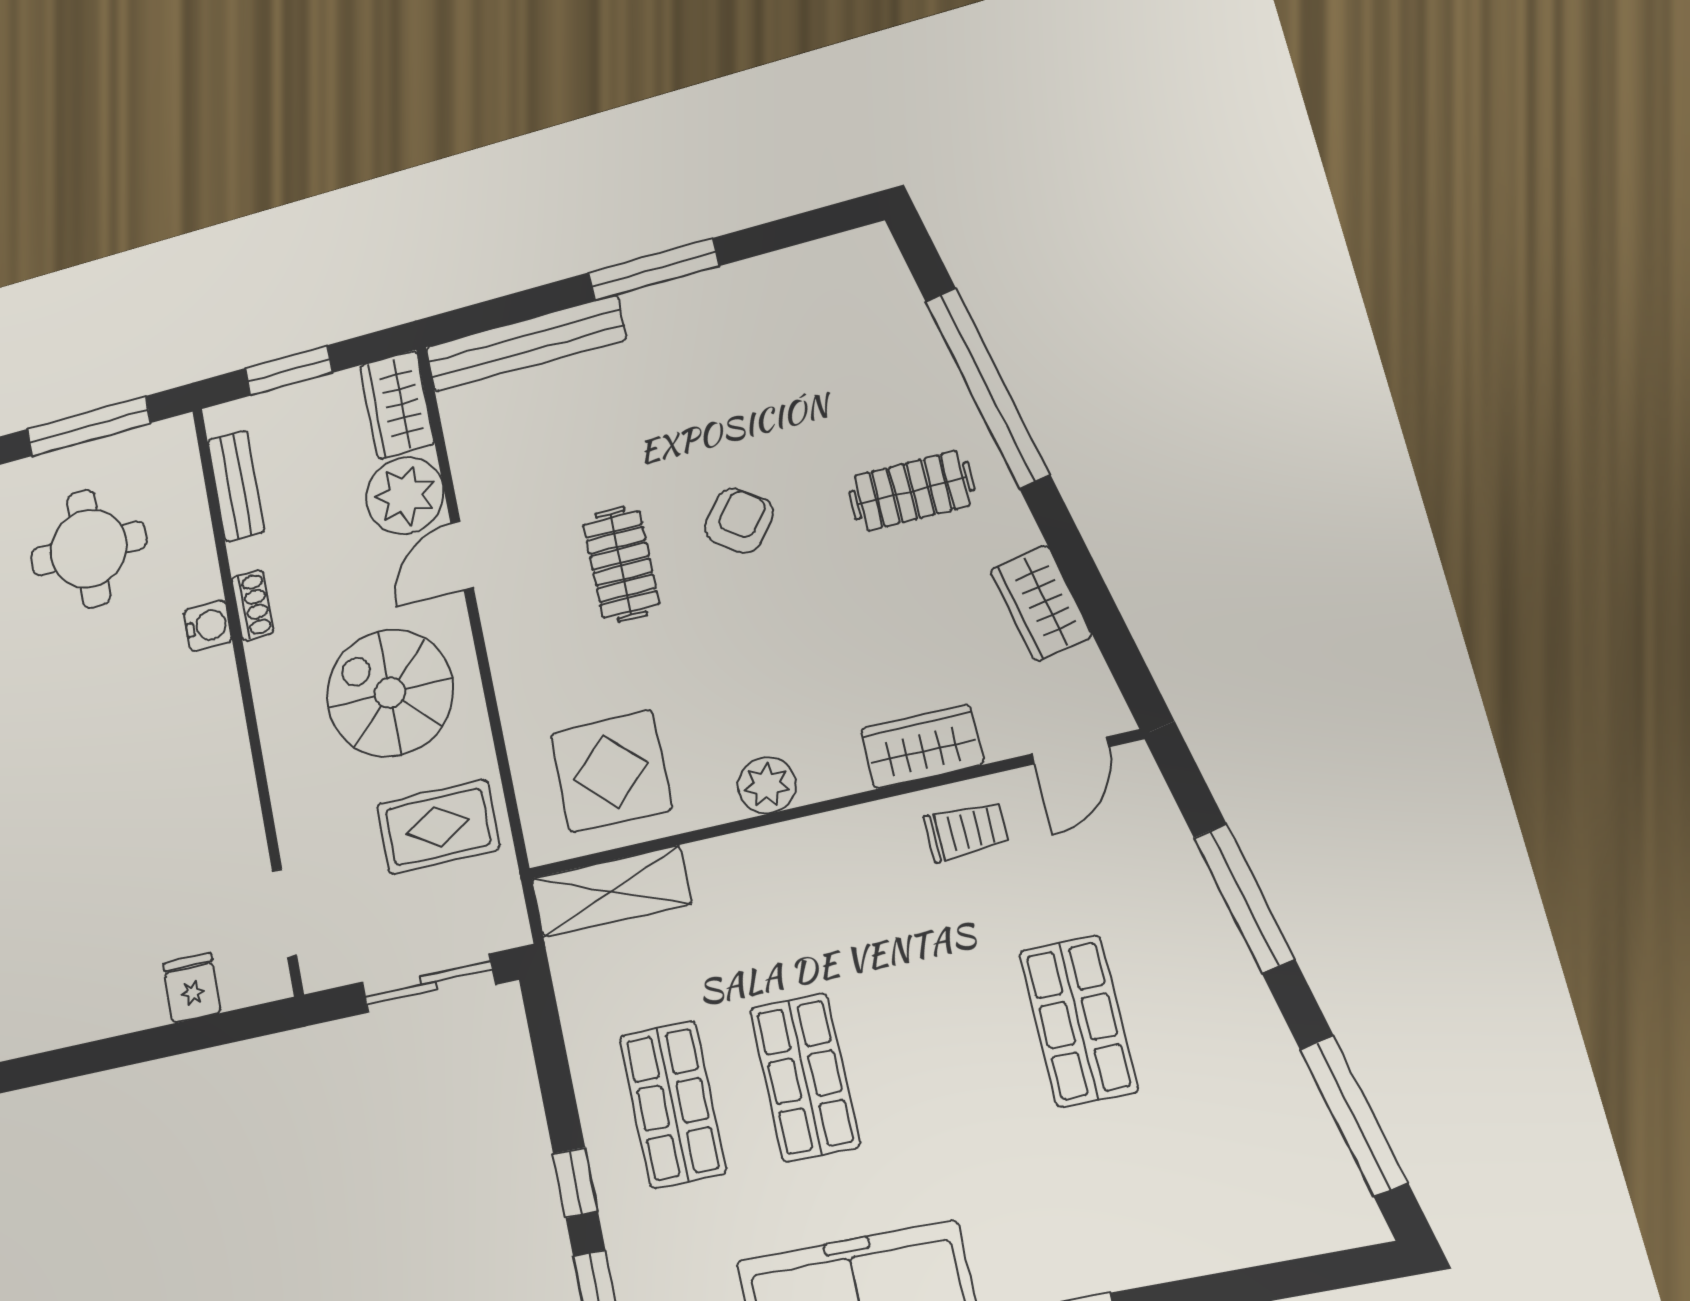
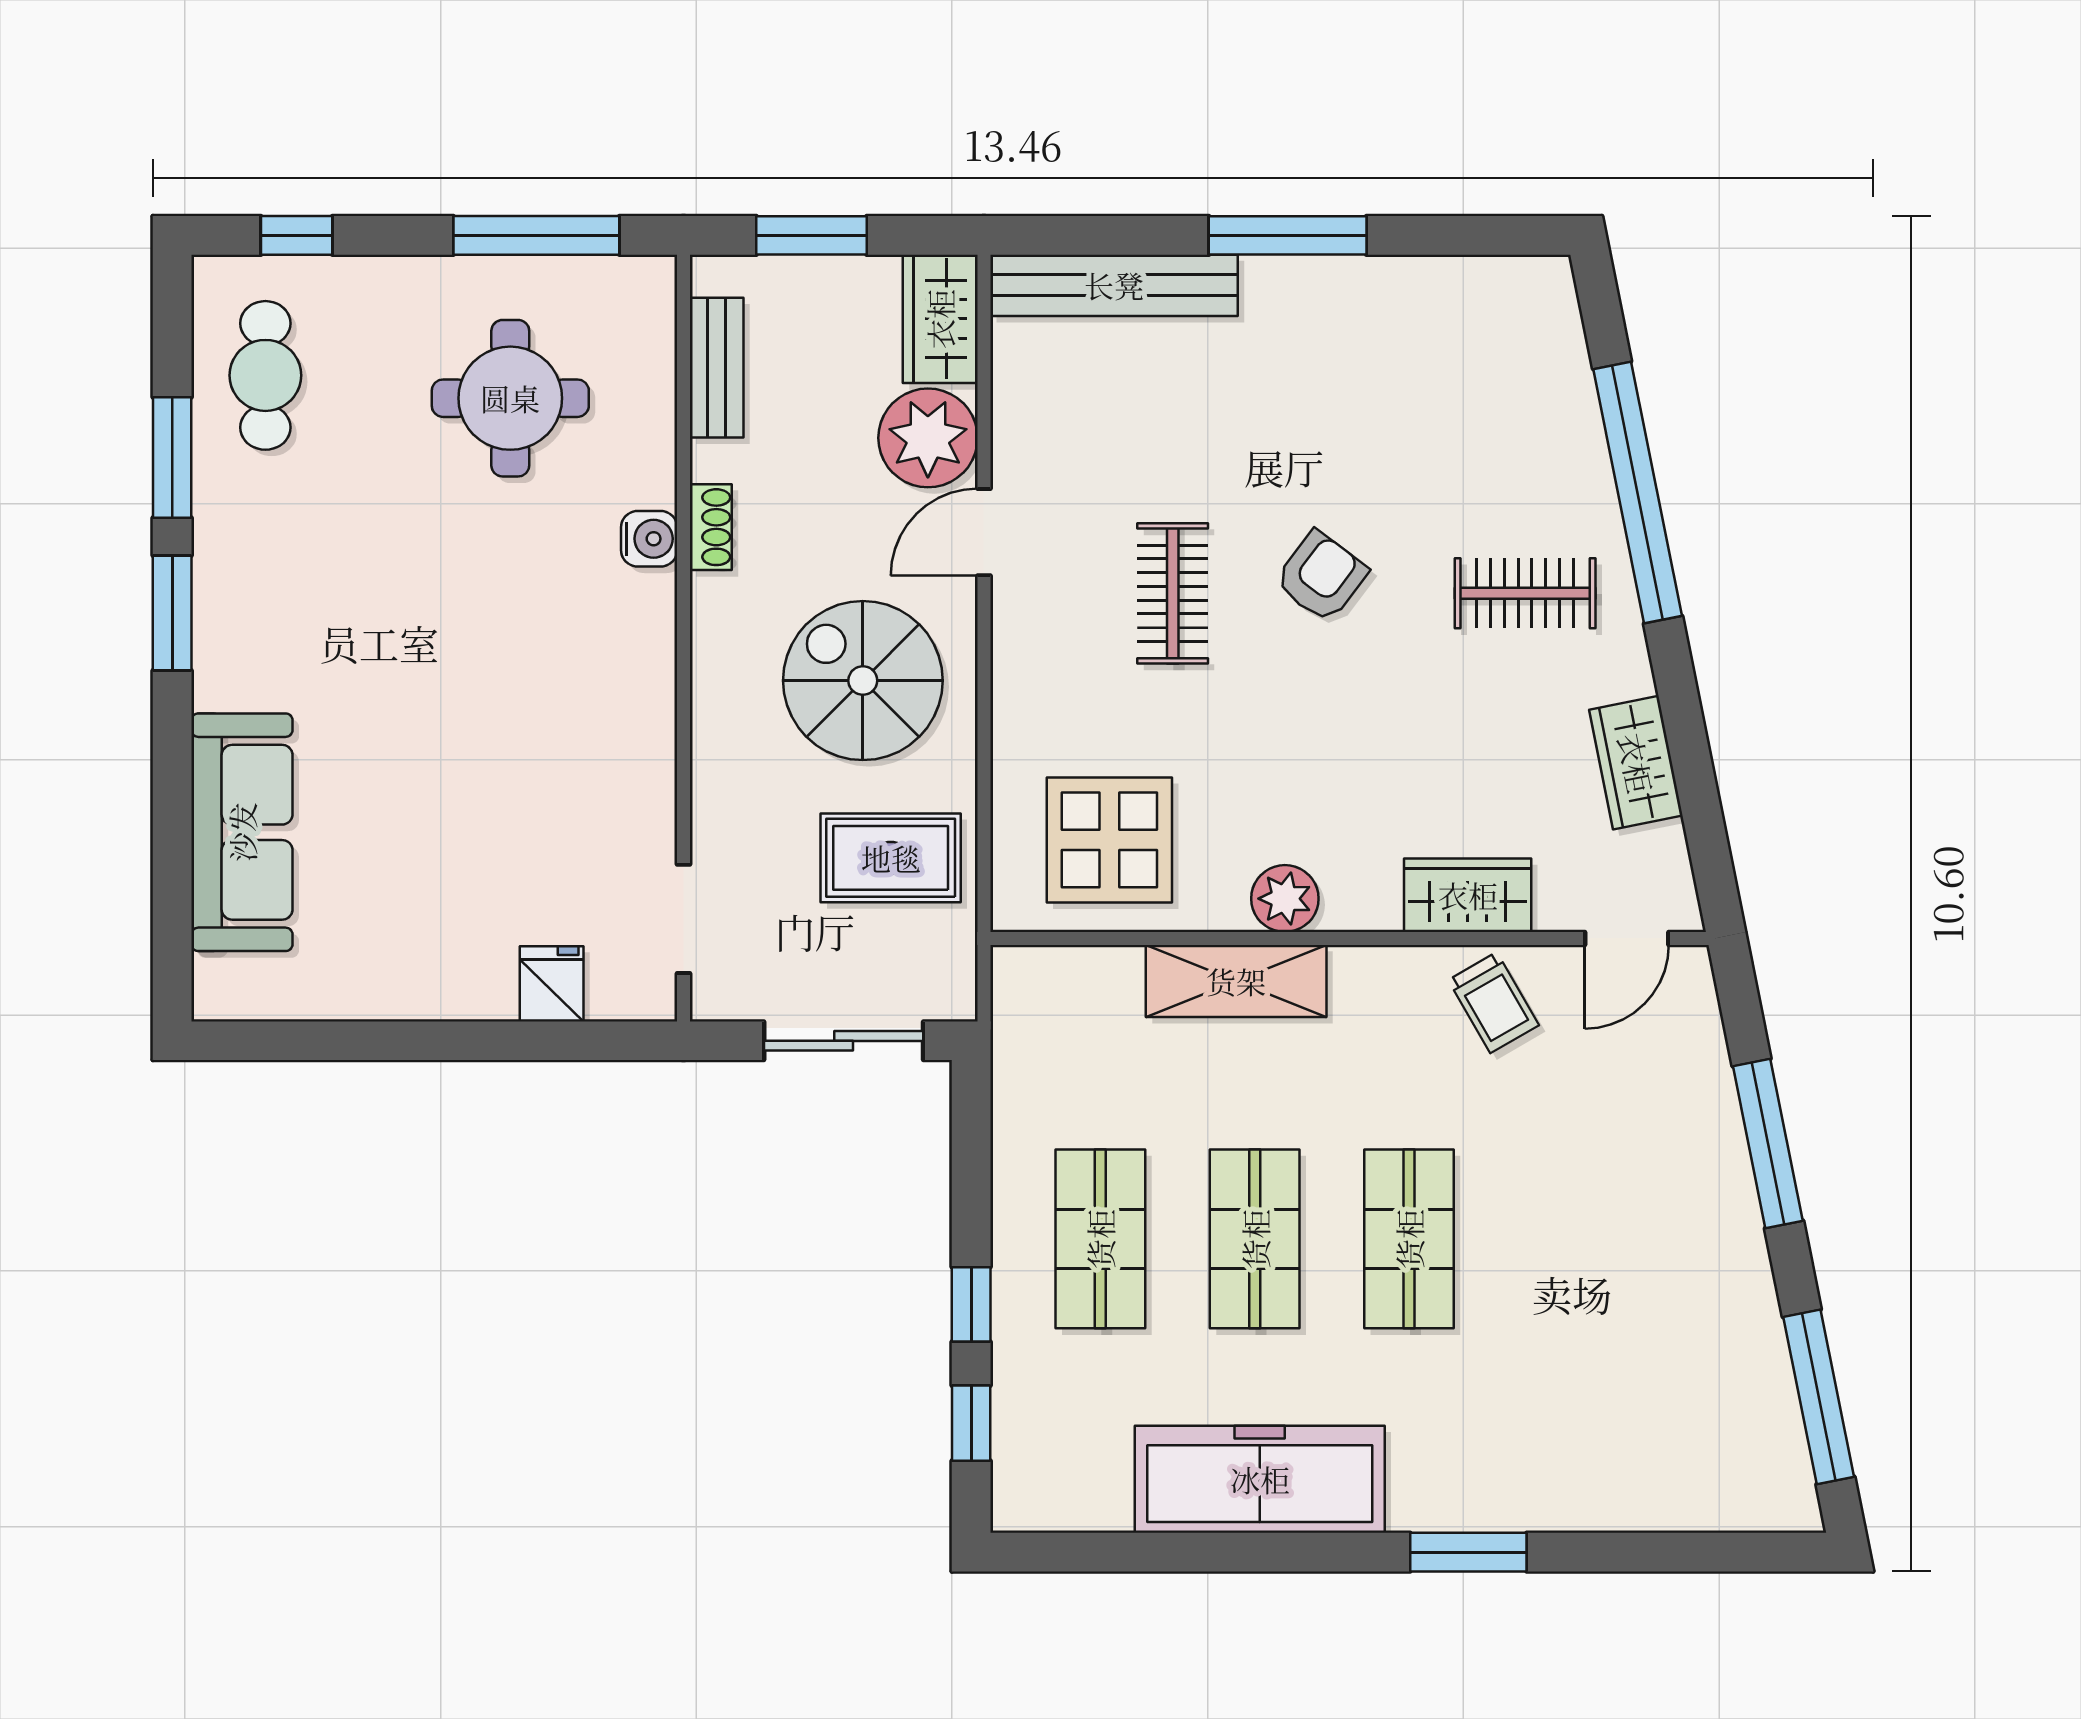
trolley: (966, 831) -> (1493, 1003), turned 61
shelving: (611, 891) -> (1236, 981), moved
shop shelf: (1078, 1021) -> (1409, 1239), moved

